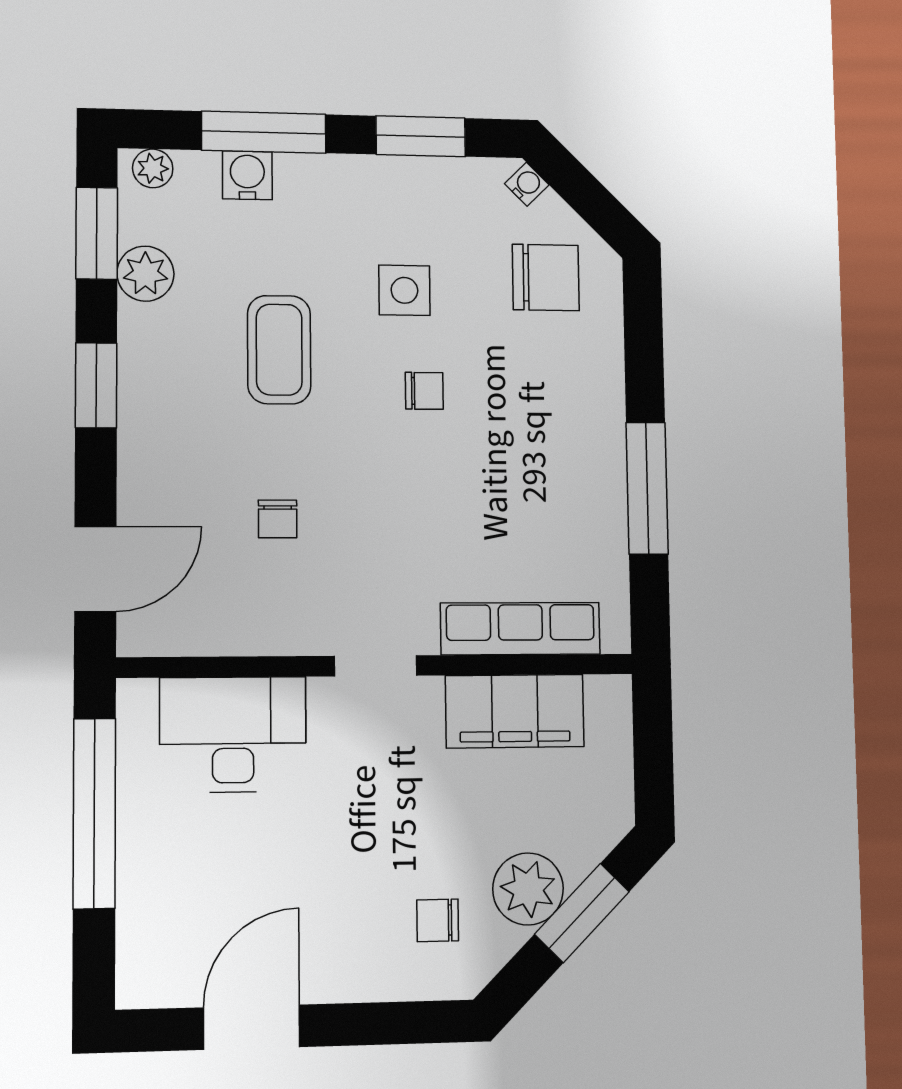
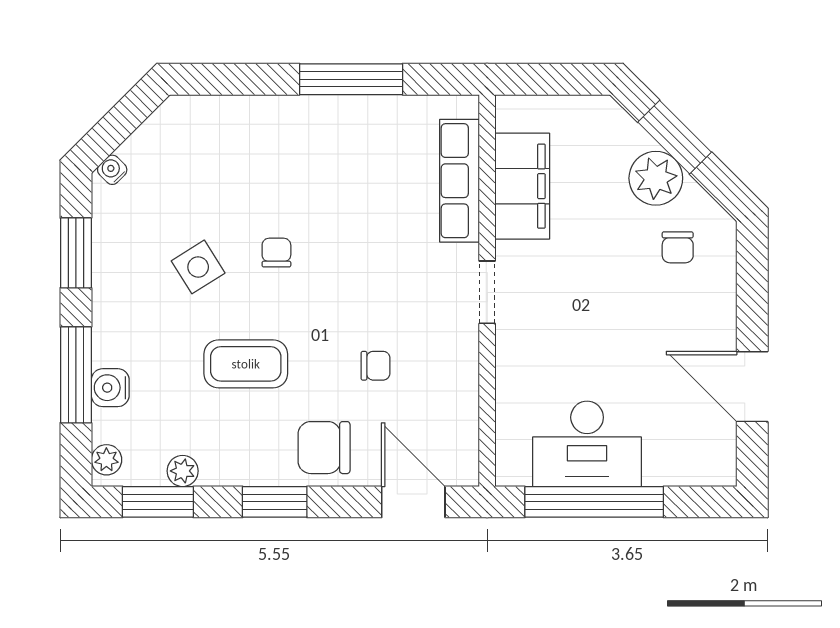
plant: (145, 274) -> (183, 471), width x0.73, depth x0.73
chair: (546, 277) -> (324, 448), moved, turned -90
side table: (404, 290) -> (198, 267), turned -32
desk: (233, 734) -> (587, 444), moved, turned -90

